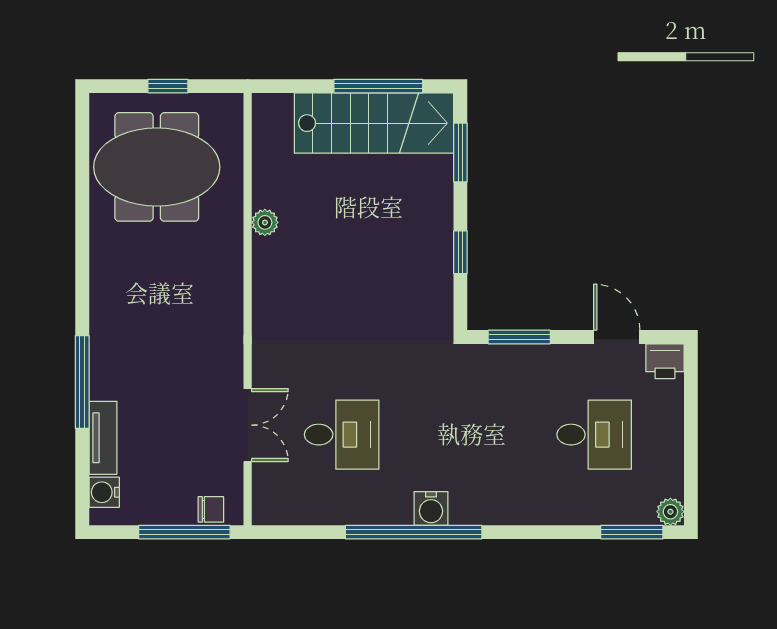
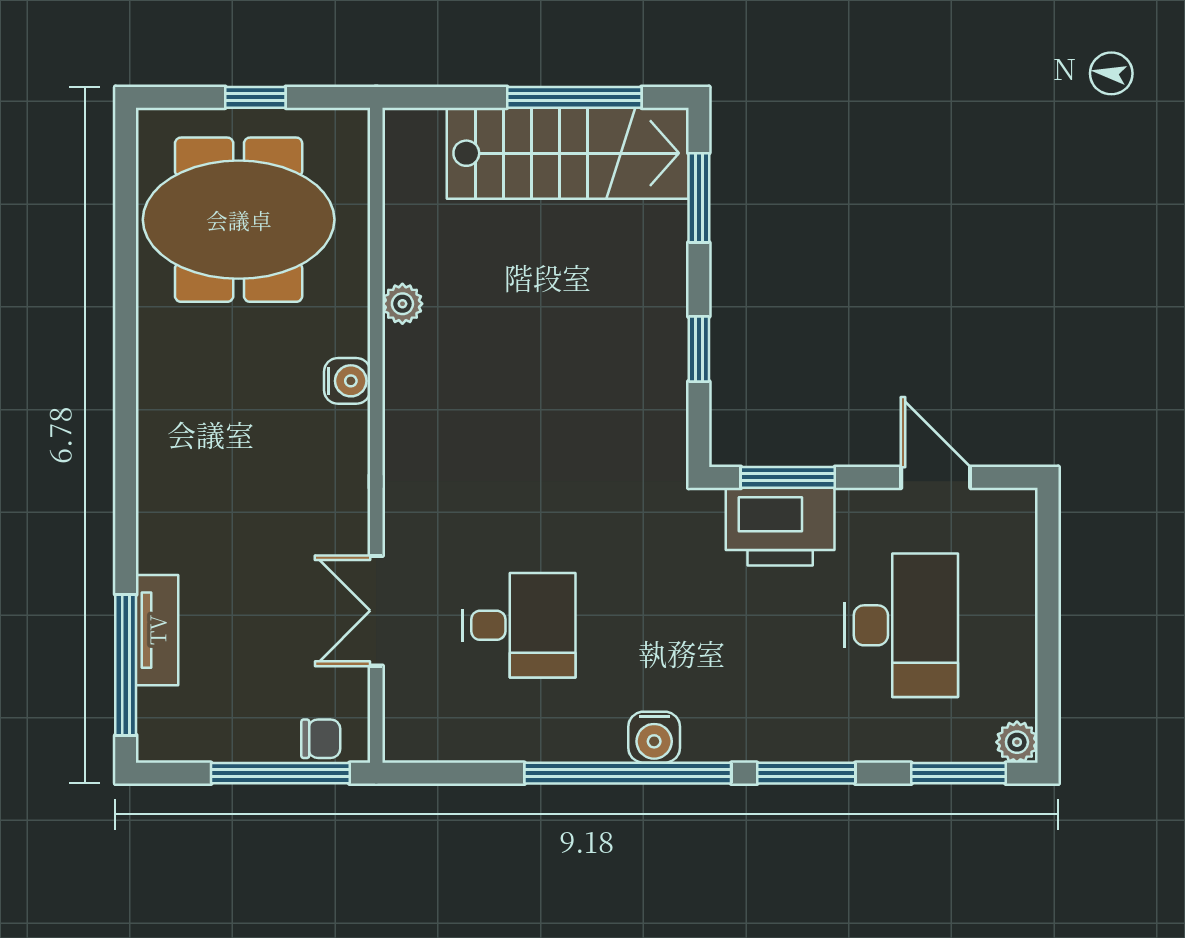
printer: (665, 361) -> (780, 527), moved, width x1.87, depth x1.48
window: (82, 382) -> (126, 665), moved
double door: (248, 425) -> (376, 611), swing flipped
desk: (594, 435) -> (901, 625), width x1.37
water cooler: (104, 492) -> (347, 381), moved, turned 180
window: (531, 532) -> (806, 773), added

